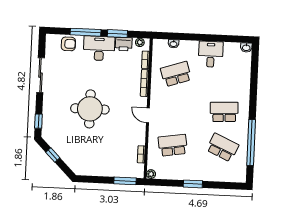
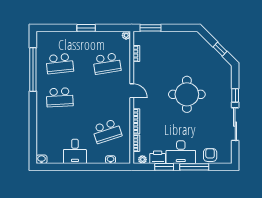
armchair: (68, 44) -> (210, 155), turned 90
window: (38, 121) -> (235, 95), moved
school desk: (223, 148) -> (60, 64), turned -30

